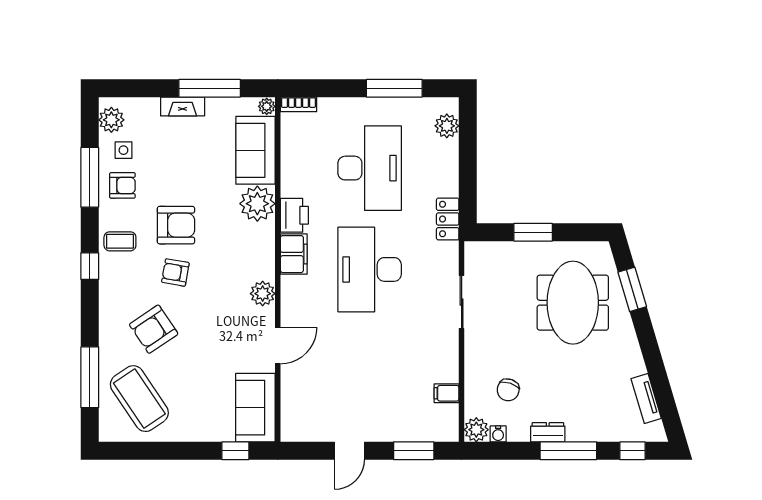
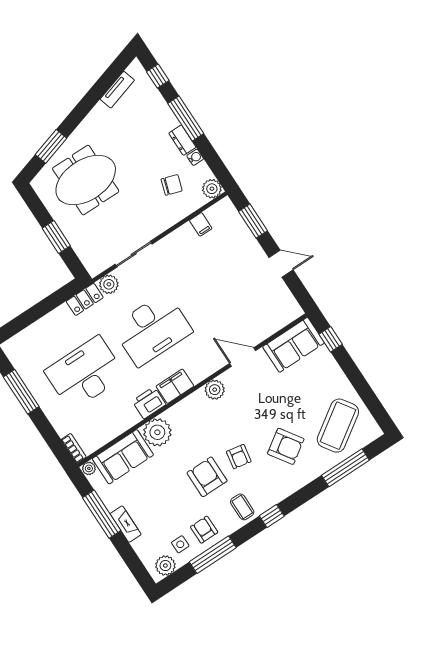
plant: (447, 126) -> (109, 284), moved
water cooler: (498, 434) -> (195, 157), moved

